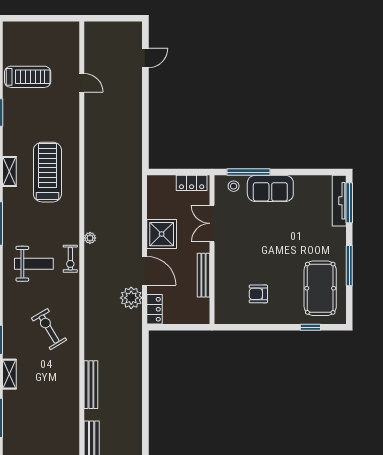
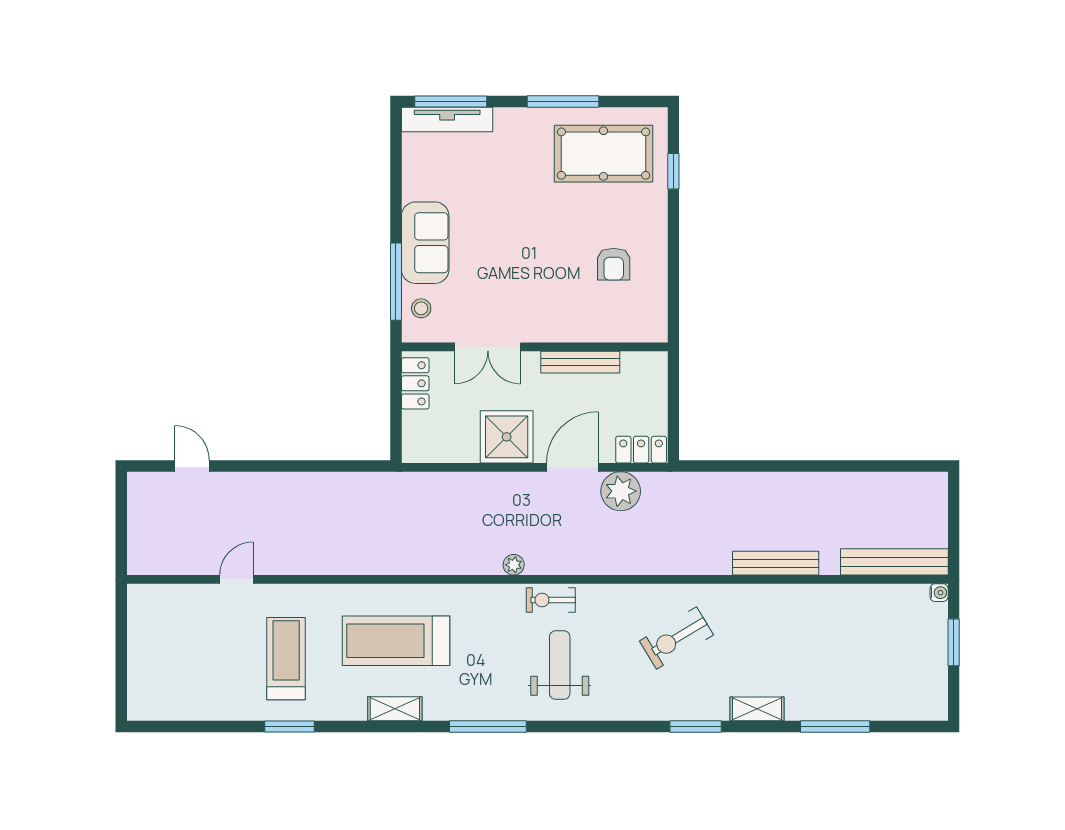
treadmill: (28, 77) -> (286, 659), moved
exercise bike: (70, 259) -> (551, 600), turned 180

